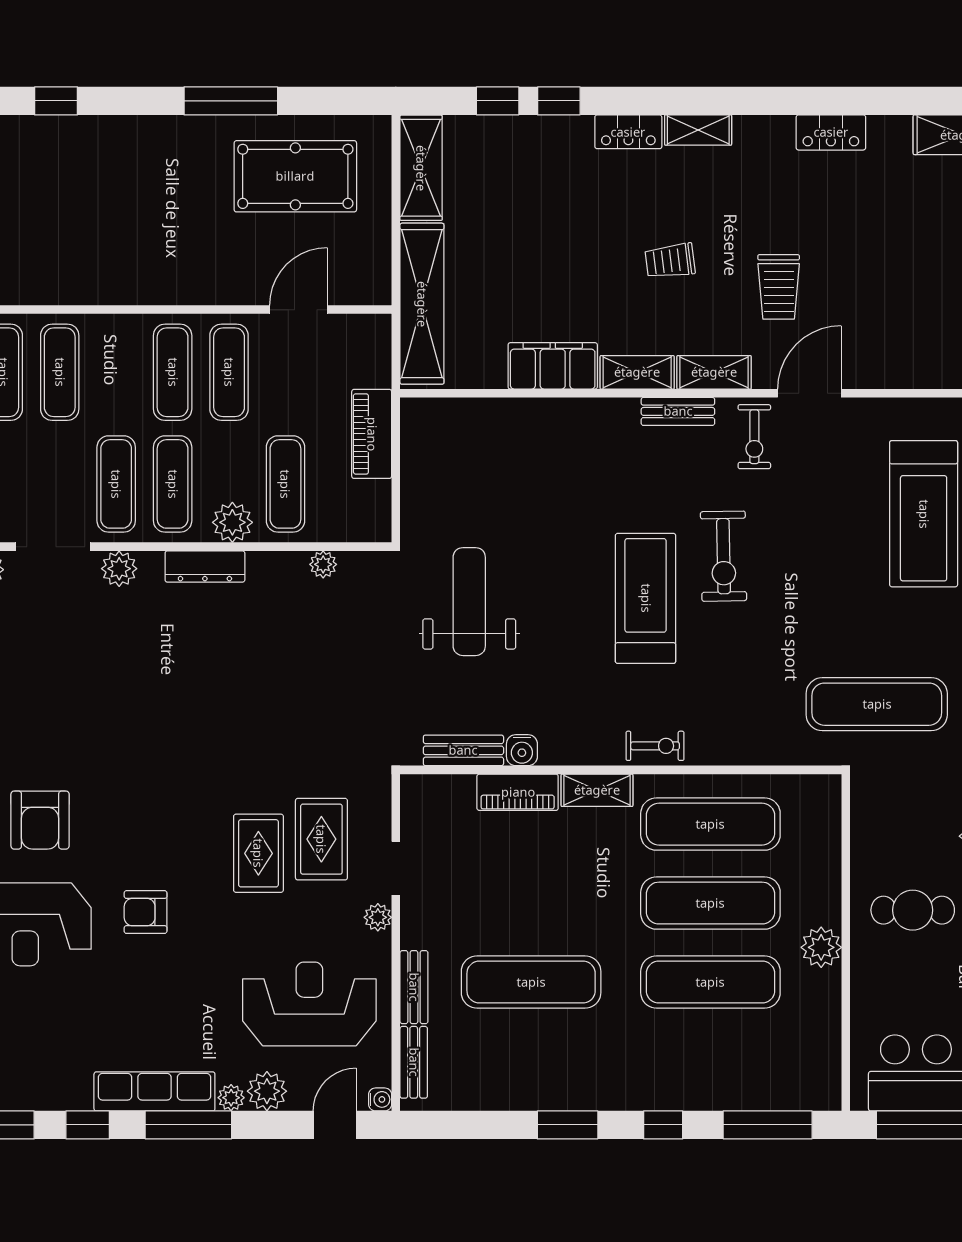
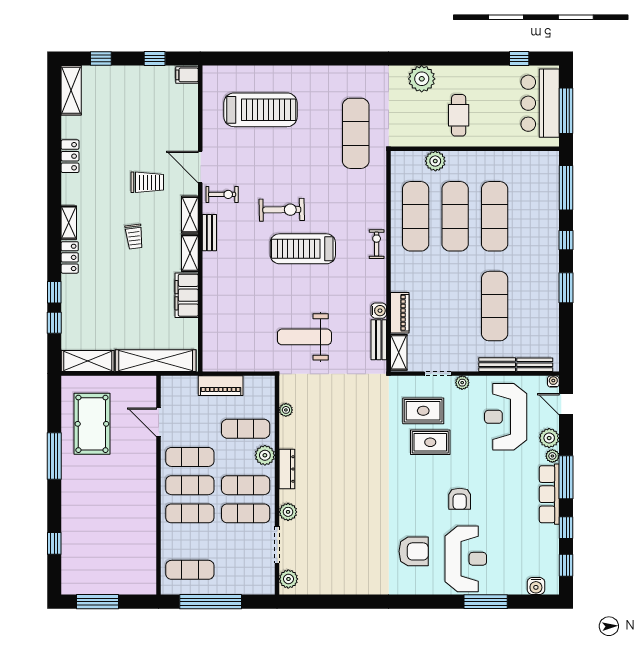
exercise mat: (60, 372) -> (190, 513), moved
shelving: (597, 790) -> (399, 352), moved
plant: (821, 947) -> (435, 161), moved

